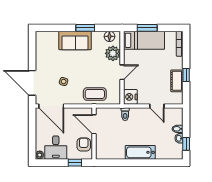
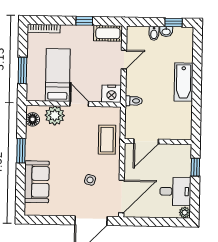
sofa: (75, 40) -> (37, 182), moved
bed: (144, 40) -> (58, 75), moved
cot: (177, 81) -> (108, 33), moved
armchair: (84, 144) -> (172, 155), removed

